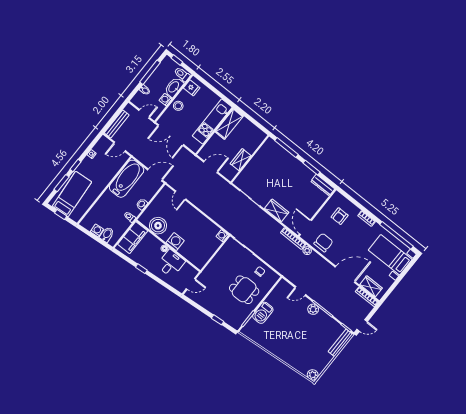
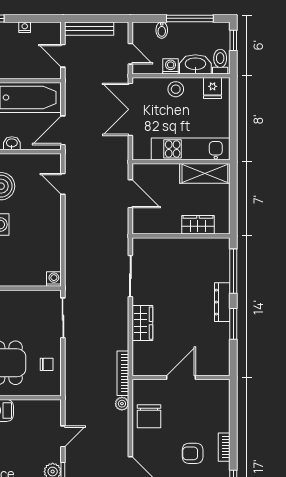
wardrobe: (241, 160) -> (198, 225), moved
door: (155, 175) -> (63, 130), swing flipped
dresser: (323, 185) -> (222, 302), moved
door: (180, 195) -> (63, 184), hinge flipped
armchair: (340, 216) -> (193, 453), moved
door: (306, 227) -> (181, 377), moved
chair: (323, 243) -> (149, 416), turned 90
door: (300, 291) -> (63, 436), swing flipped

